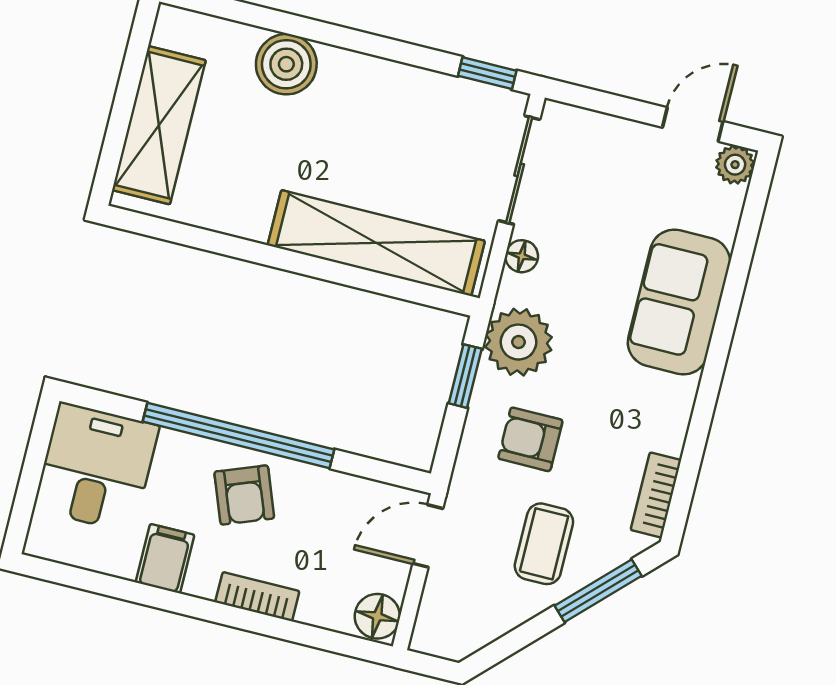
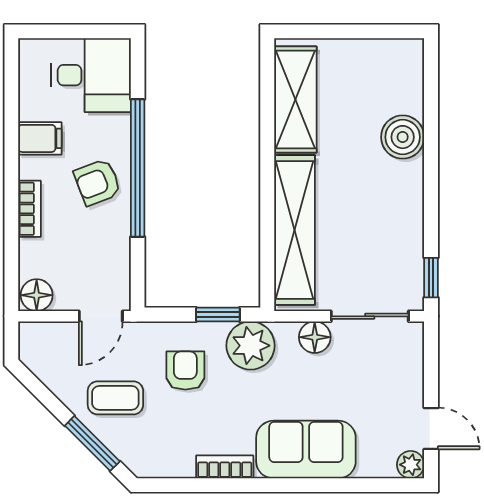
shelving: (159, 125) -> (295, 99), moved, turned 90
floor lamp: (522, 256) -> (315, 337), width x1.37, depth x1.37
bookcase: (656, 495) -> (225, 467), moved
door: (428, 536) -> (101, 316), swing flipped

